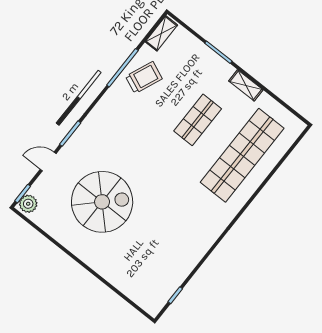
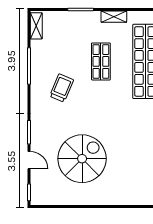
trolley: (144, 78) -> (62, 88), moved
door: (48, 161) -> (29, 160), swing flipped
plant: (28, 204) -> (37, 196), removed

